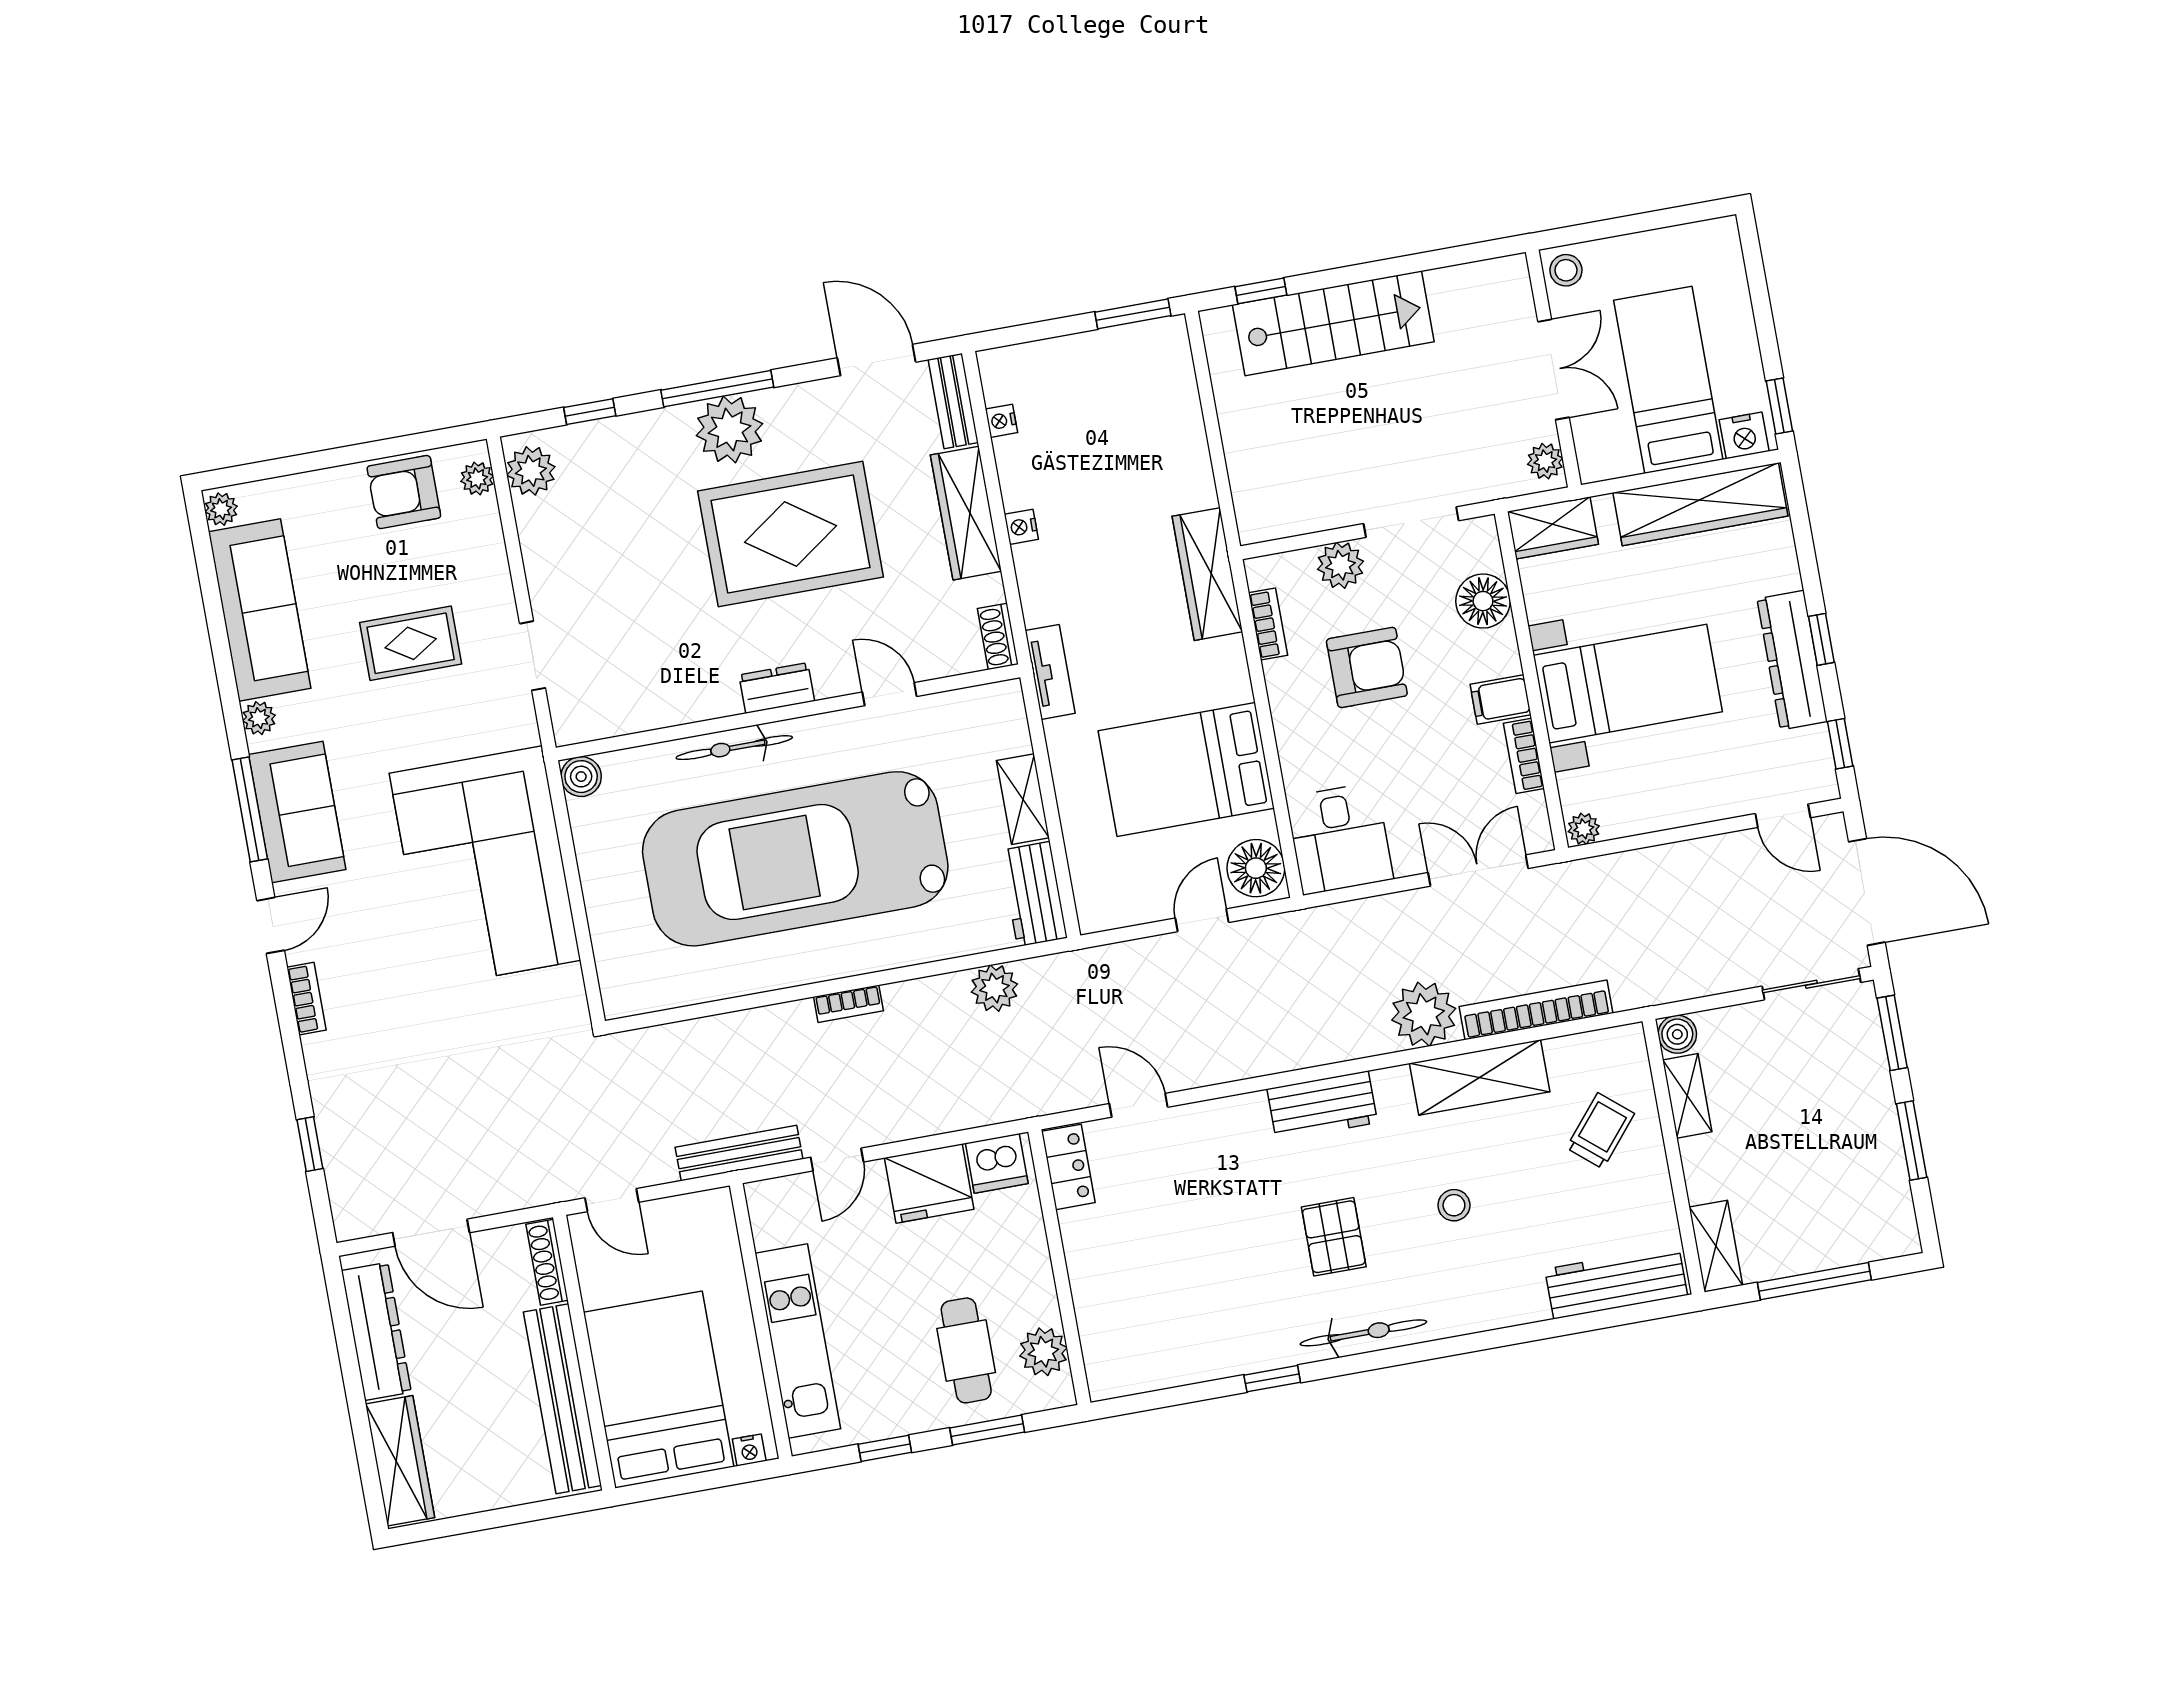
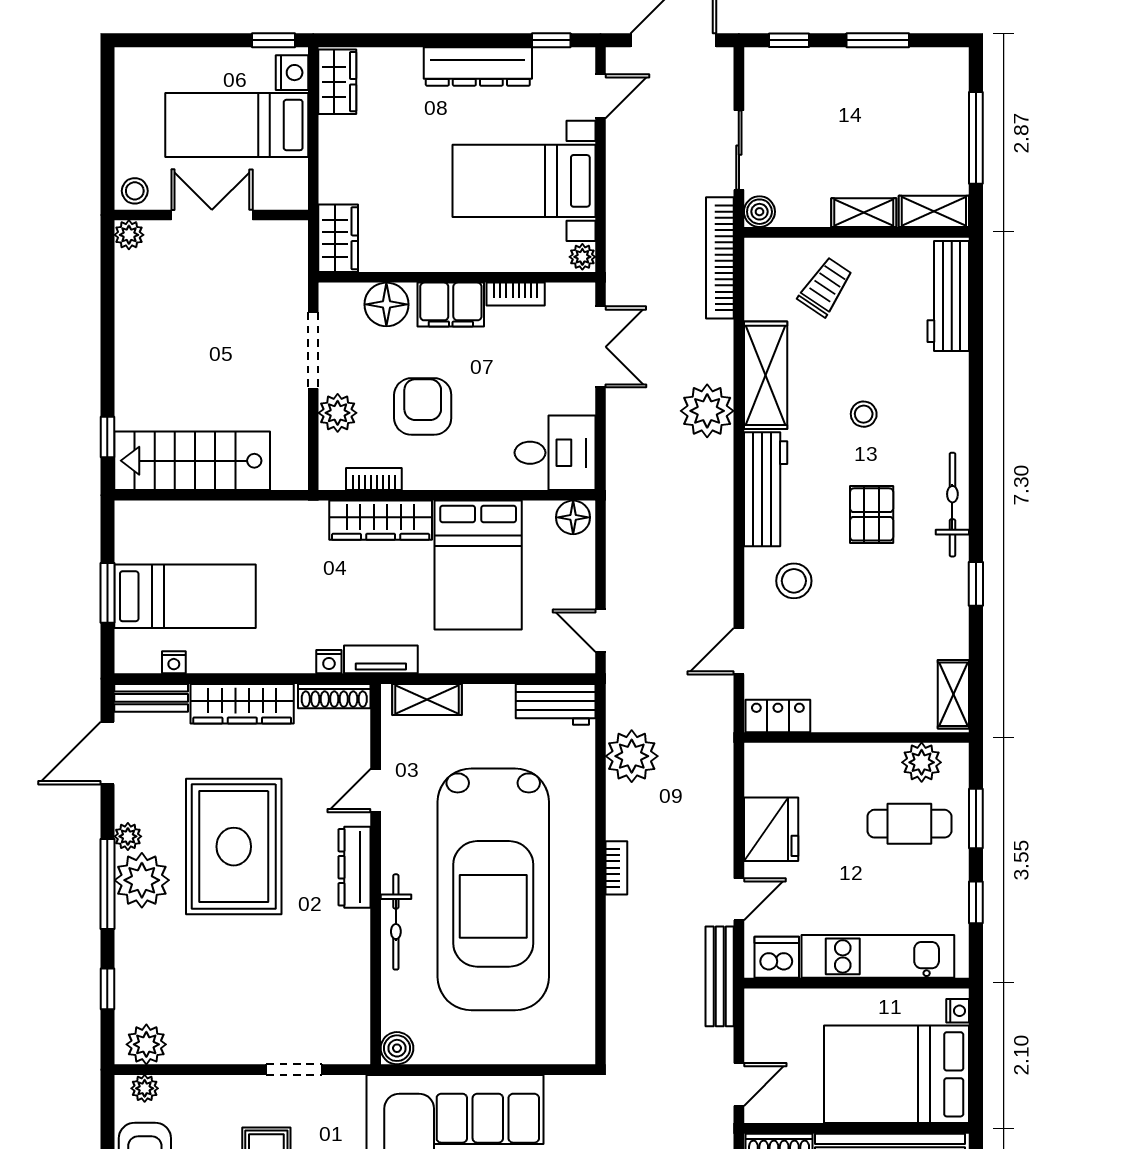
window: (1133, 314) -> (107, 593), moved
stairs: (1333, 323) -> (192, 461), moved, turned -90
plant: (780, 403) -> (128, 836), added
bed: (1084, 420) -> (185, 596), added
plant: (1545, 461) -> (129, 235), moved
wardrobe: (1700, 504) -> (337, 82), width x0.48, depth x0.85
nightstand: (1021, 527) -> (329, 662), moved
wardrobe: (1207, 574) -> (381, 520), moved
shoe rack: (998, 636) -> (334, 696), width x1.43
window: (1821, 639) -> (466, 40), removed
bed with nightstands: (1628, 684) -> (524, 181), moved, turned -90
dresser: (777, 688) -> (354, 867), width x1.44
filing cabinet: (1501, 699) -> (451, 305), width x2.00
shelving: (1023, 799) -> (427, 699), moved
floor lamp: (1256, 868) -> (573, 517), width x0.73, depth x0.73
double door: (1478, 871) -> (600, 347), swing flipped
door: (1202, 920) -> (600, 631), moved
sliding door: (1811, 984) -> (739, 150), moved
plant: (994, 988) -> (632, 756), width x1.36, depth x1.36
bookcase: (1536, 1010) -> (720, 258), moved
window: (1892, 1033) -> (789, 40), width x0.67
shelving: (1687, 1096) -> (864, 213), moved
workbench: (1322, 1106) -> (766, 489), width x1.38
trolley: (1600, 1131) -> (825, 287), turned 84
stool: (1236, 1157) -> (794, 581), added
door: (837, 1160) -> (739, 899), hinge flipped
dishwasher: (997, 1163) -> (777, 957), moved, turned -90
pallet: (1334, 1237) -> (872, 514), turned 90
shelving: (1133, 1376) -> (953, 694), added

